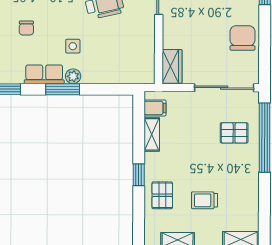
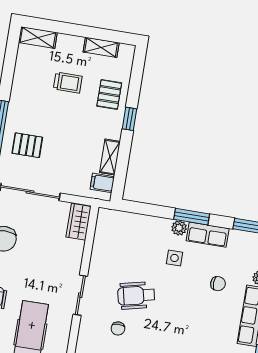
chair: (26, 28) -> (218, 284), turned 90

